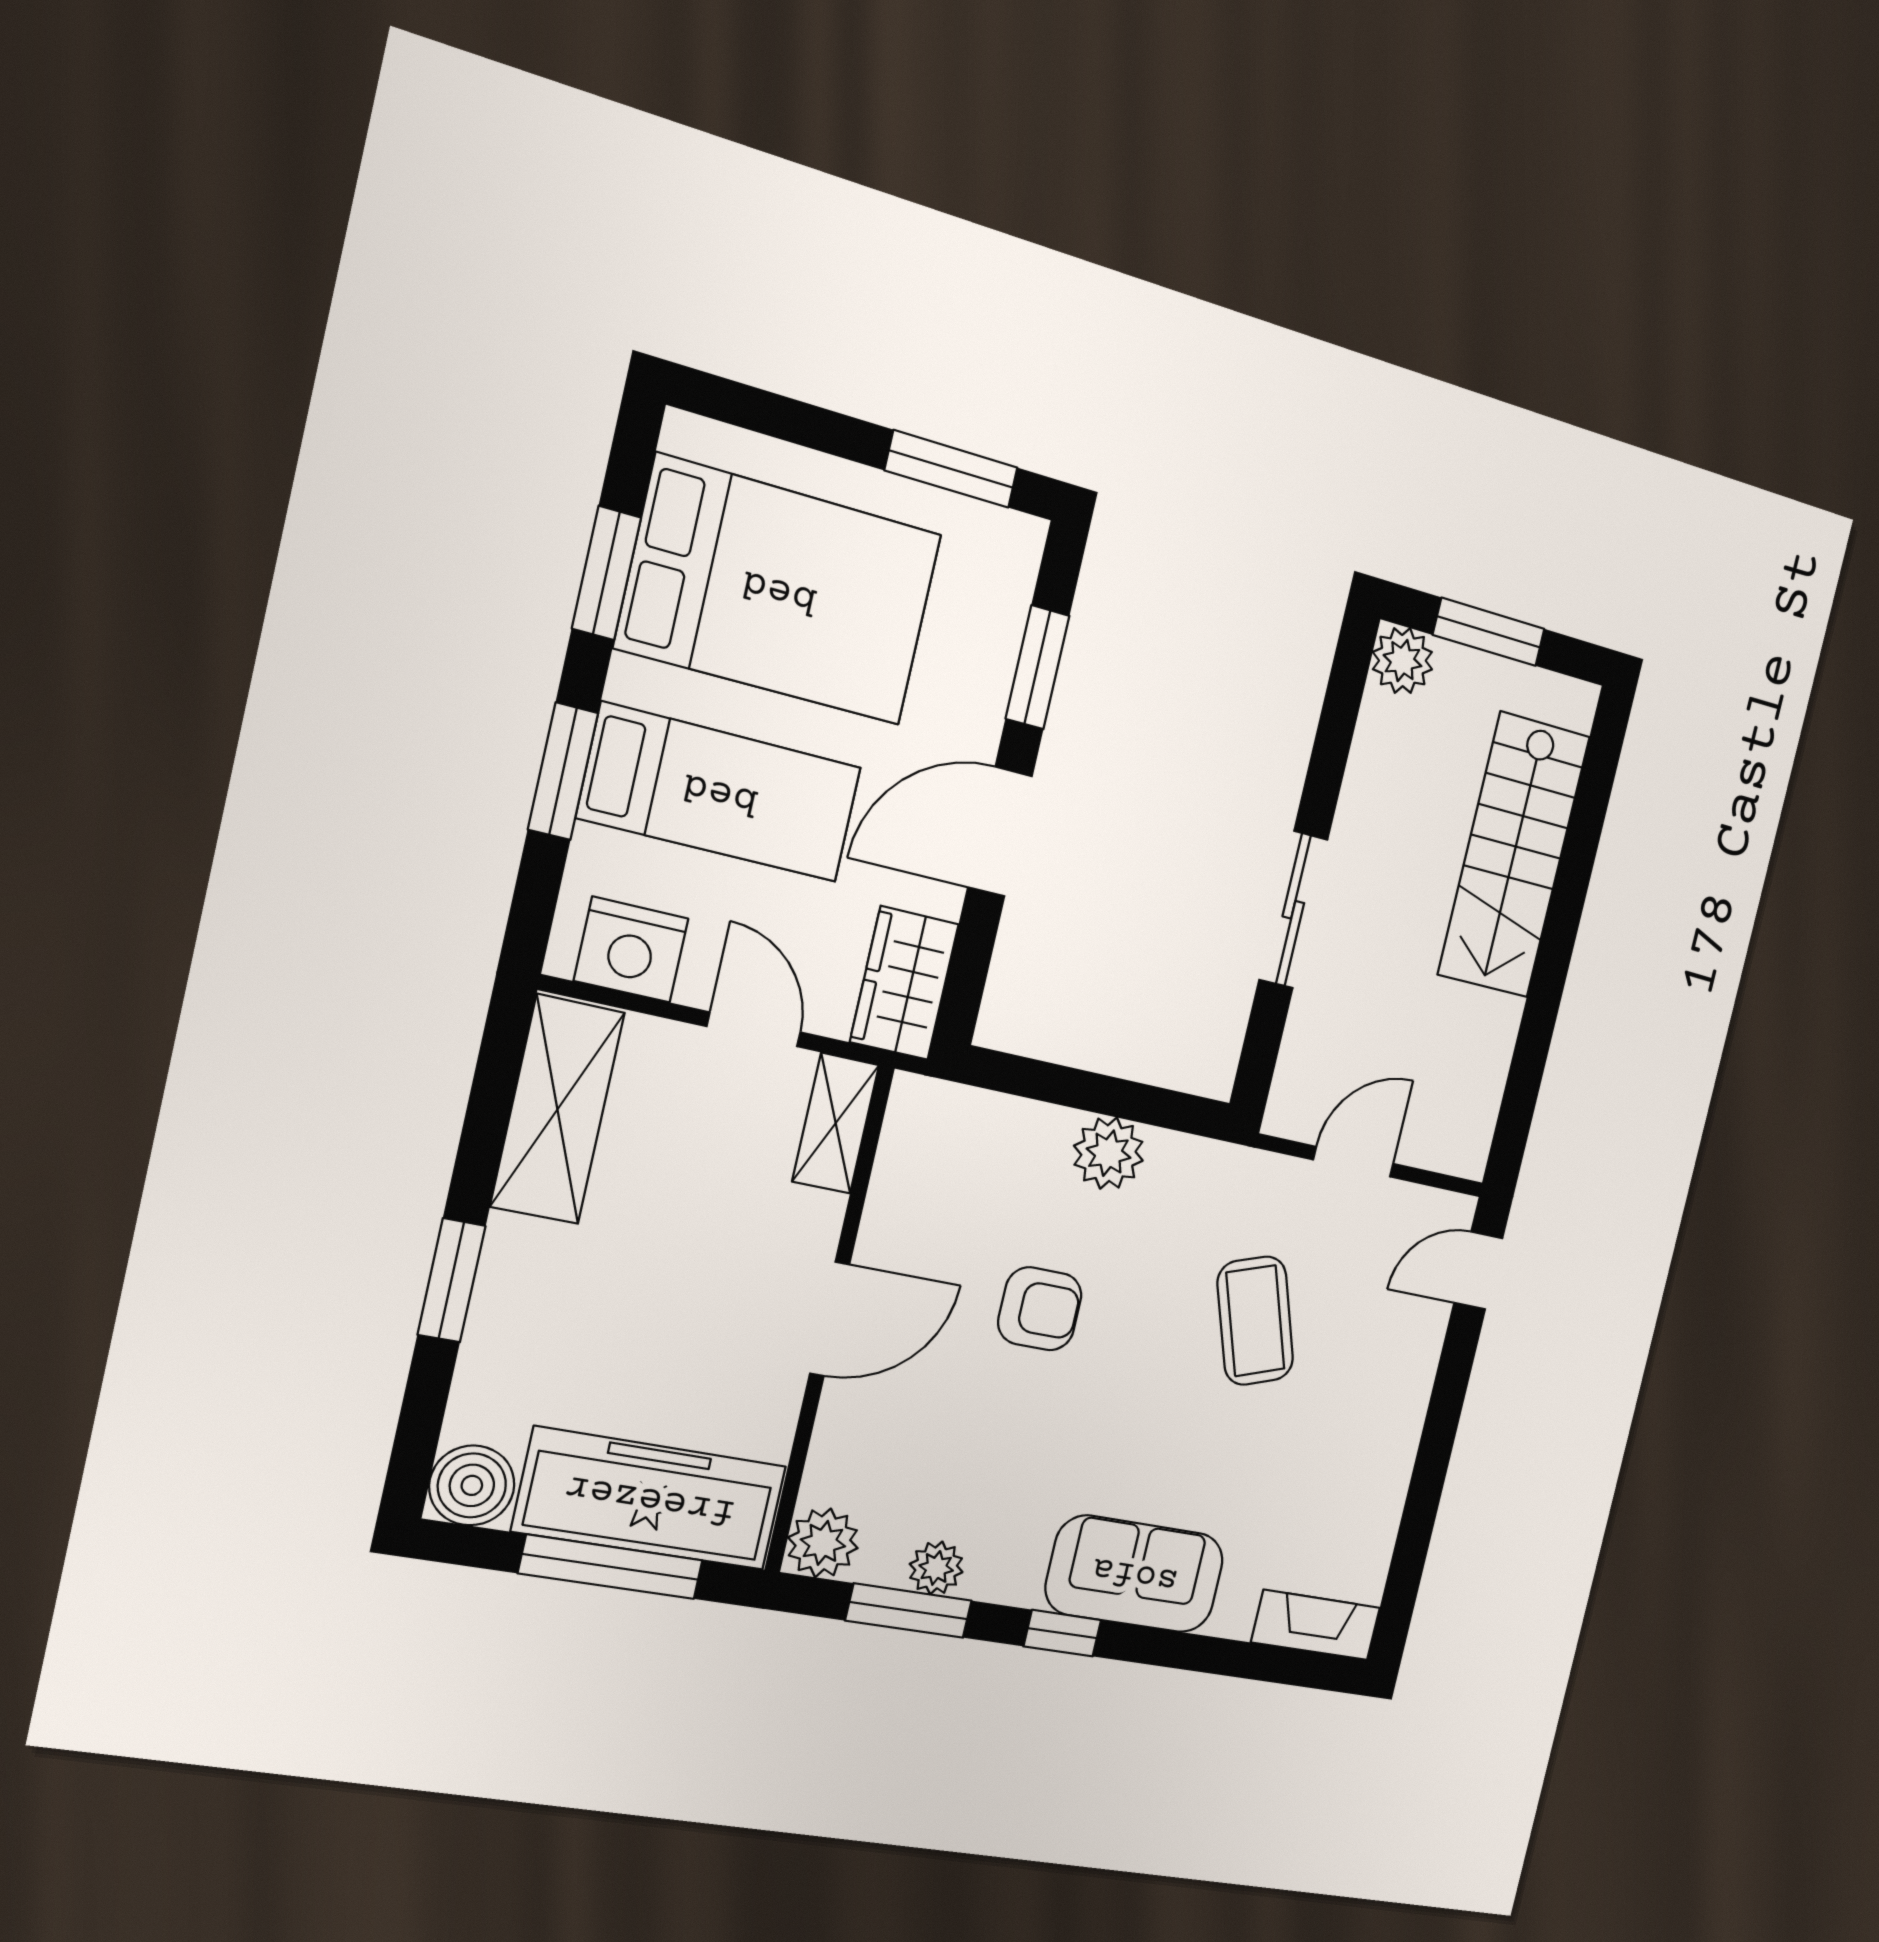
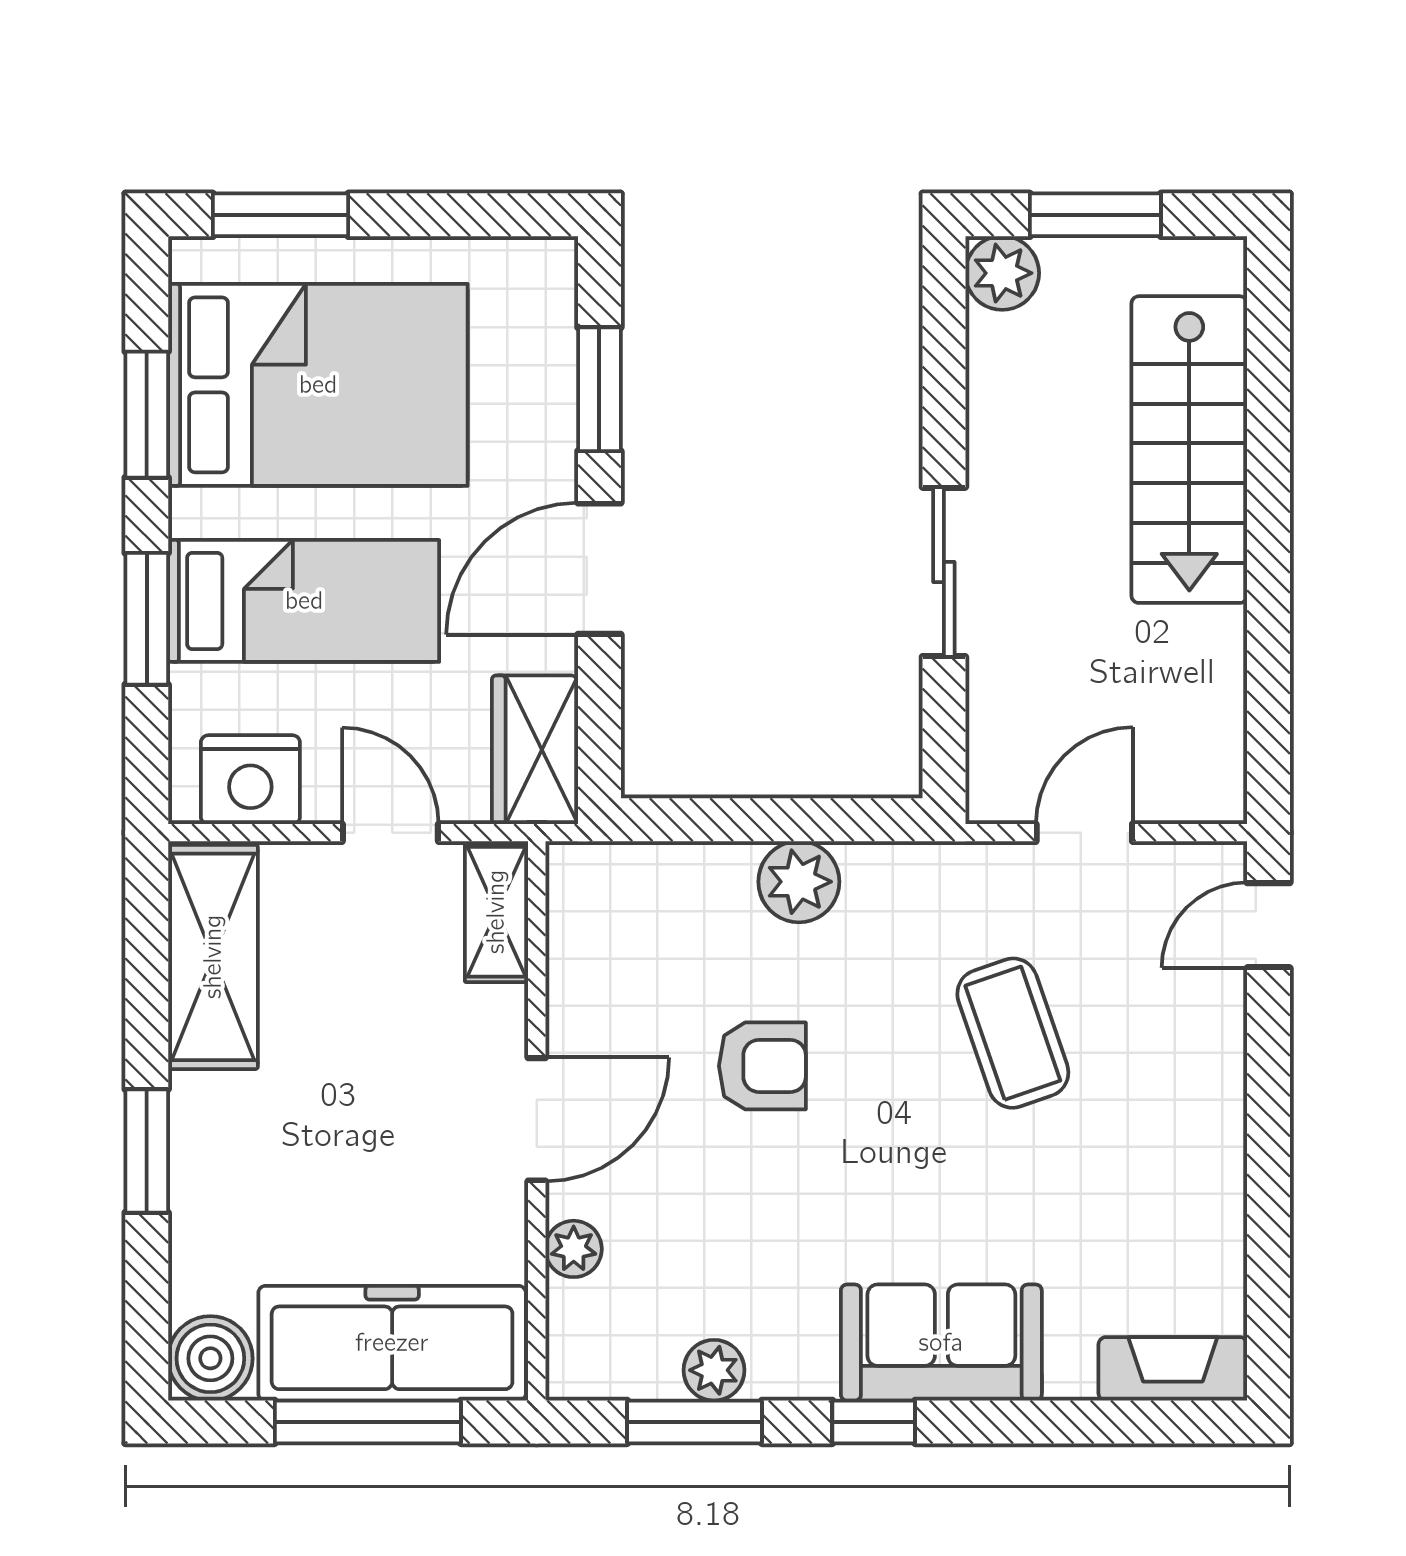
window: (951, 469) -> (281, 215), moved
plant: (823, 1543) -> (574, 1249), moved, width x0.73, depth x0.73

